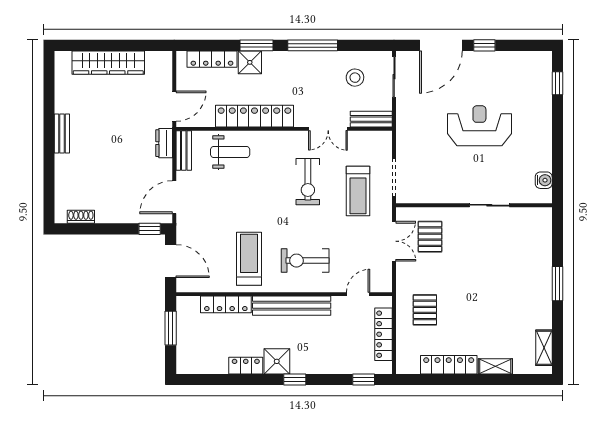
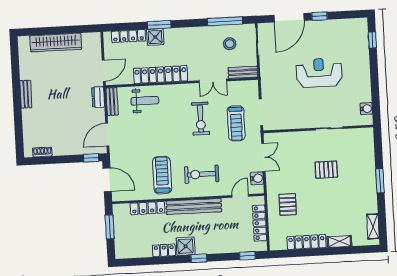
window: (313, 45) -> (225, 21), moved
pallet: (430, 237) -> (326, 170), moved, turned 90
water cooler: (383, 271) -> (257, 178), added

